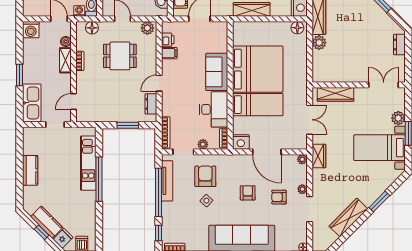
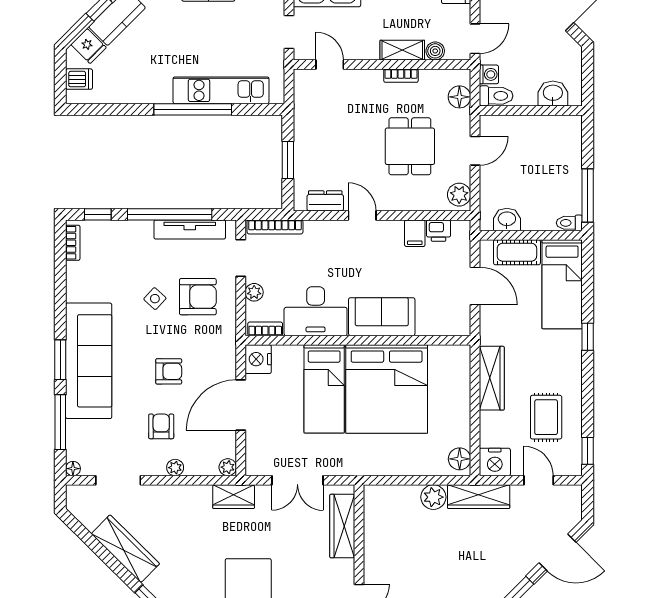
doorway: (310, 209) -> (118, 480), moved

